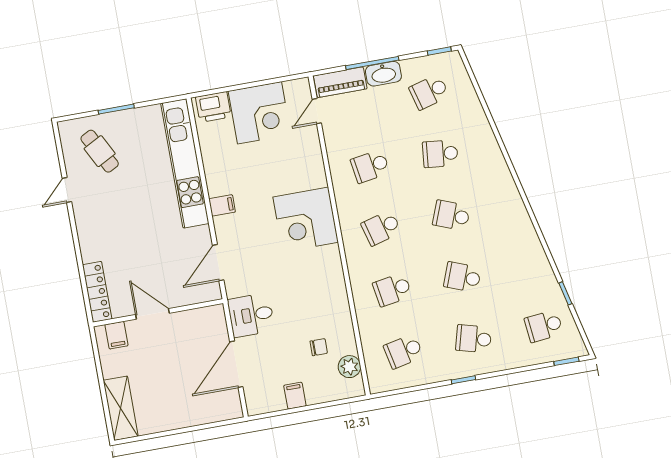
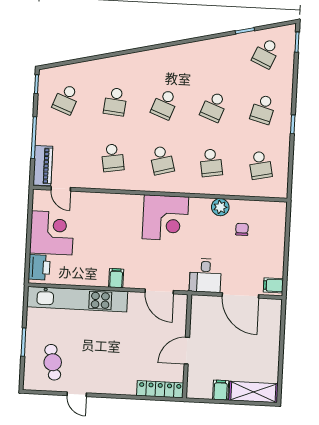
washbasin: (383, 74) -> (44, 131), removed
school desk: (429, 92) -> (66, 99), turned 36
cafe table: (100, 151) -> (53, 362), turned -73
corner desk: (306, 220) -> (165, 218), moved
school desk: (544, 326) -> (266, 53), turned 30
filing cabinet: (116, 335) -> (221, 390), moved, turned -90
plant: (349, 367) -> (220, 207), moved
filing cabinet: (295, 396) -> (273, 285), moved

